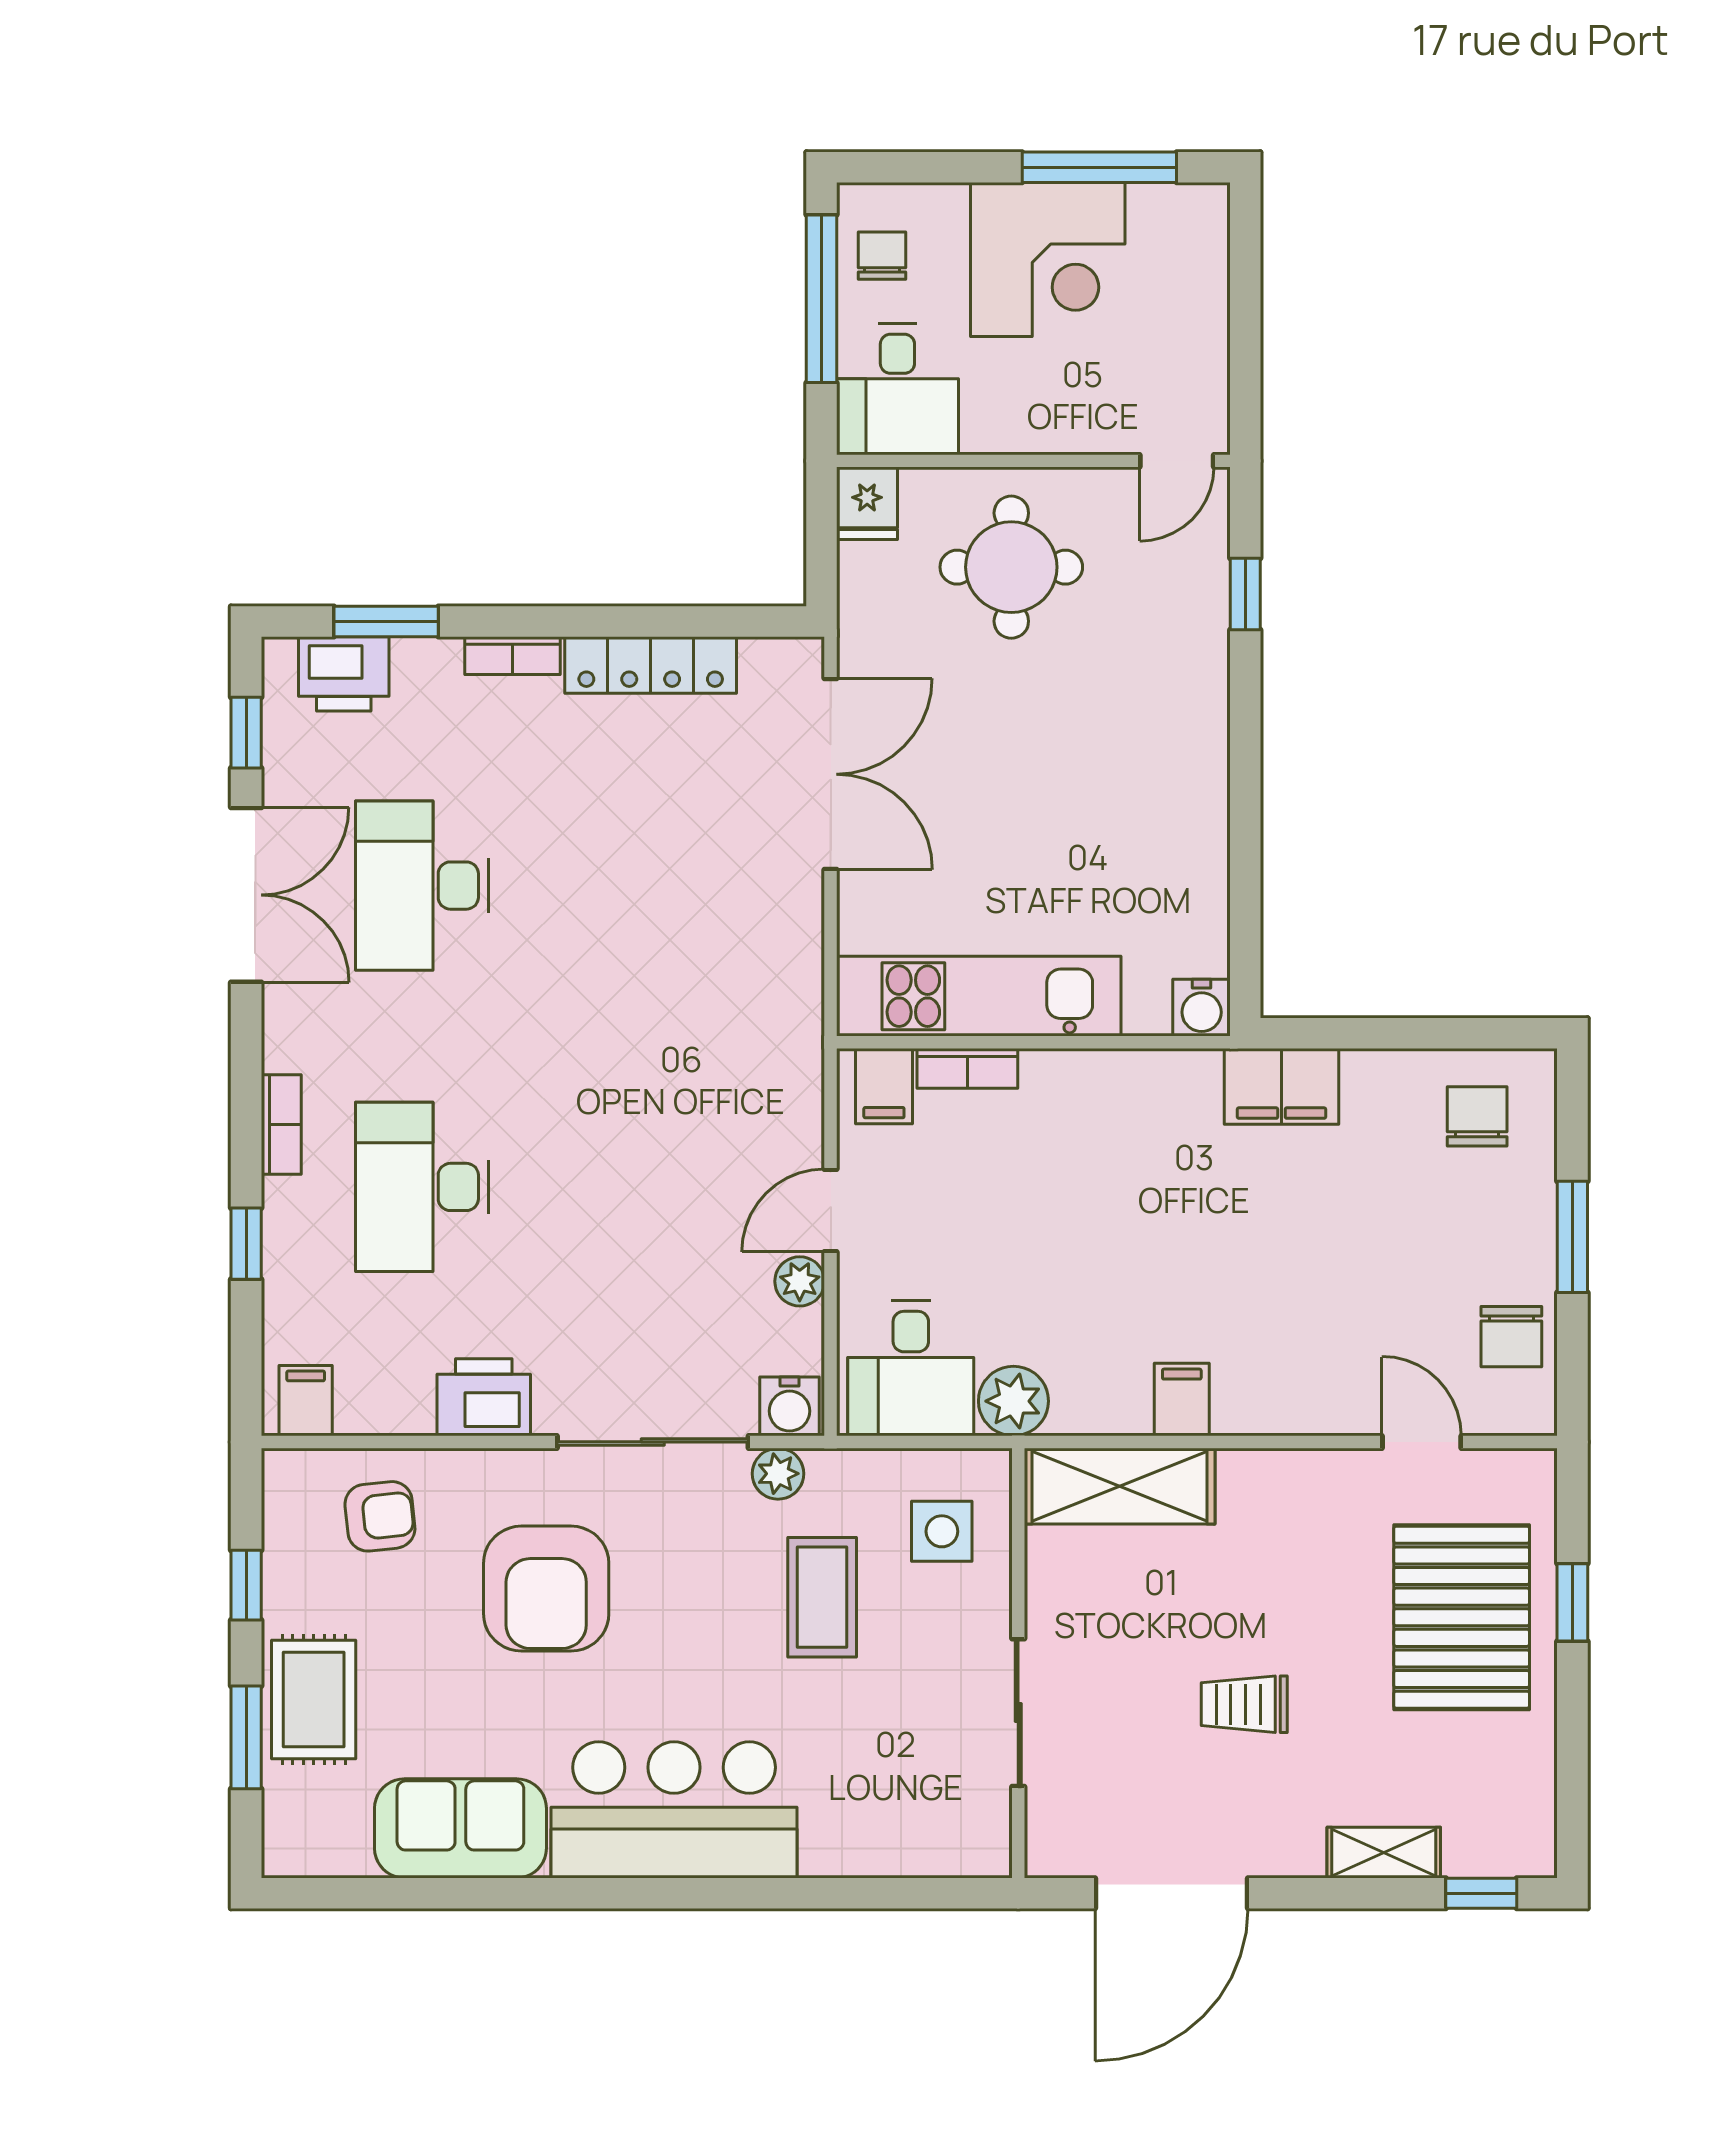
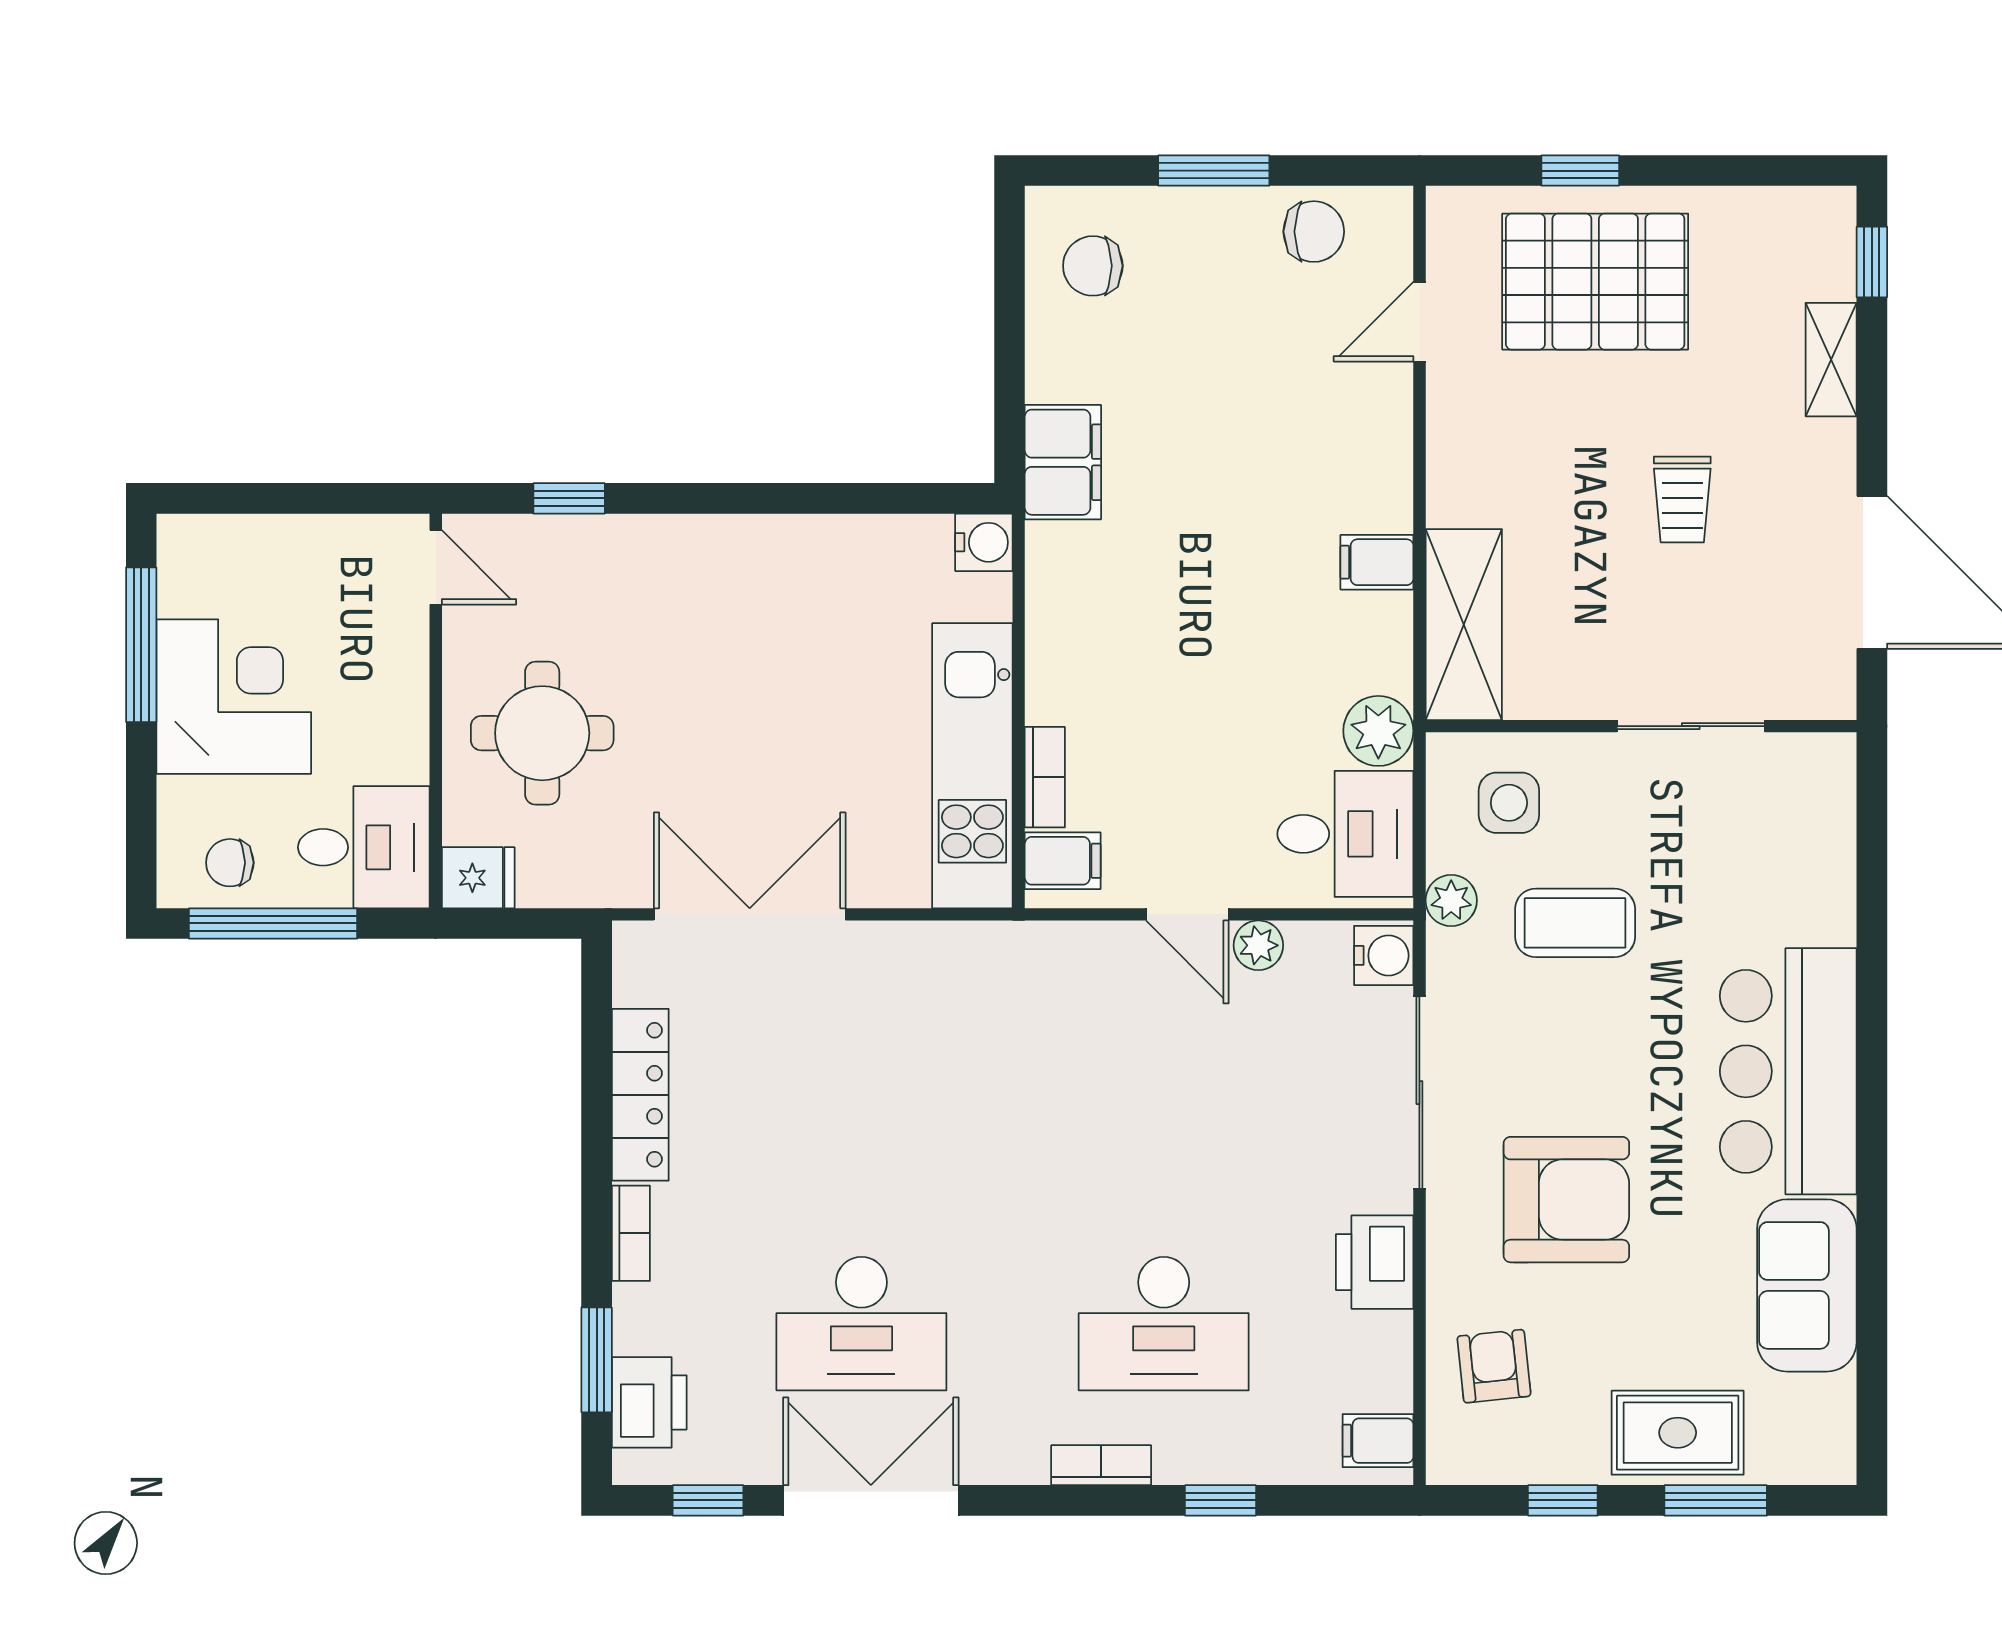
plant: (778, 1474) -> (1451, 900), moved

